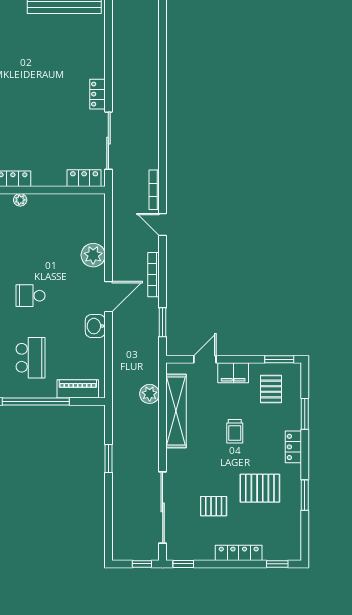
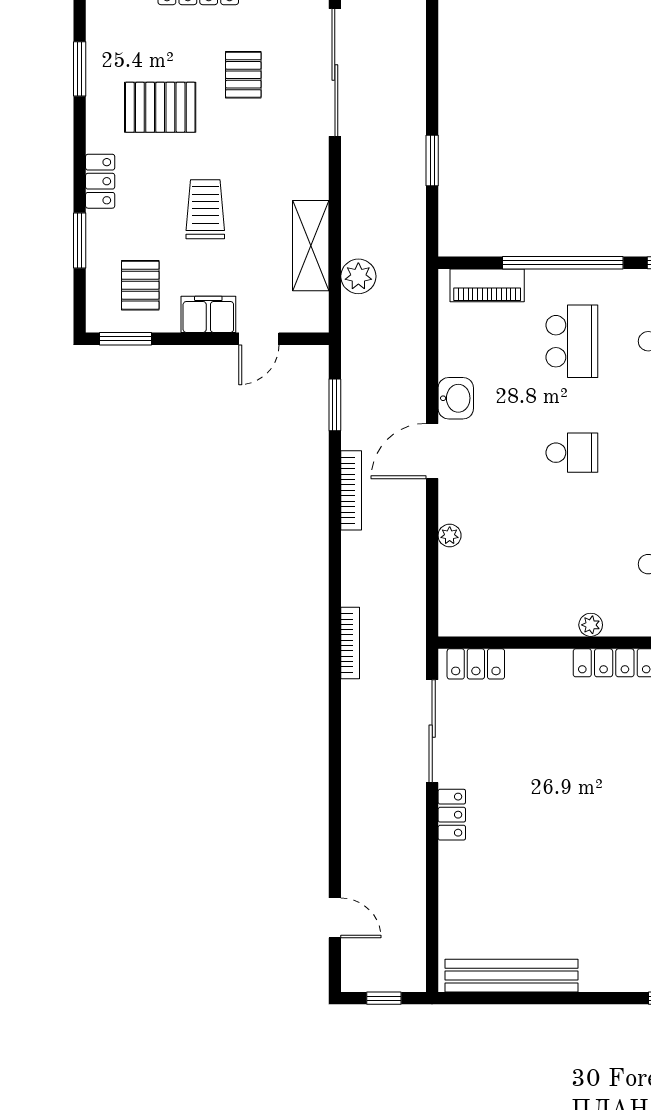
door: (163, 225) -> (335, 918), moved
plant: (93, 255) -> (450, 536), width x0.53, depth x0.53
school desk: (31, 358) -> (572, 341), turned 180
shelving: (176, 411) -> (311, 246), width x0.68
trolley: (235, 431) -> (205, 209), width x1.36, depth x1.39
window: (305, 495) -> (80, 69), moved
pallet: (214, 506) -> (243, 75), turned 90

